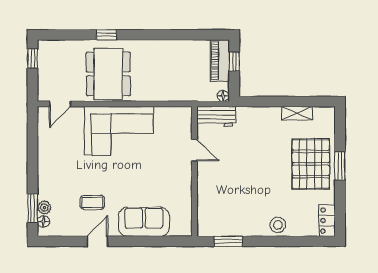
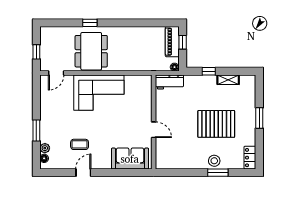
window: (33, 59) -> (36, 52), moved
window: (270, 101) -> (209, 71), added
door: (194, 150) -> (154, 130), moved
pallet: (311, 164) -> (216, 124), moved, turned 90
window: (33, 208) -> (36, 131), moved
sofa: (144, 222) -> (130, 159), moved
window: (228, 241) -> (218, 173), moved

